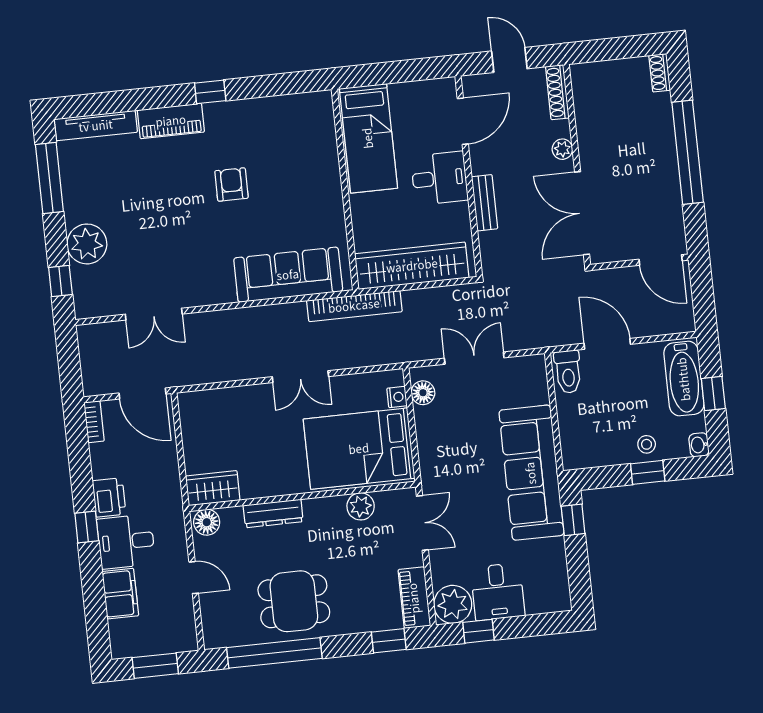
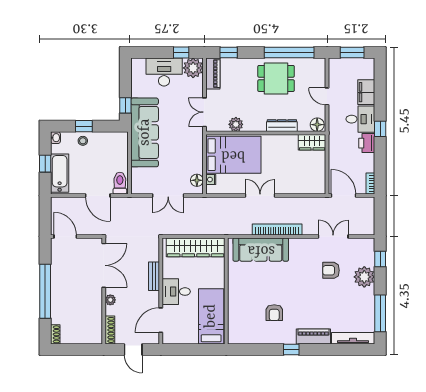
armchair: (231, 184) -> (274, 313), moved
armchair: (151, 250) -> (331, 270), added
bookcase: (354, 306) -> (277, 229), moved
desk: (498, 592) -> (164, 72), width x1.37

